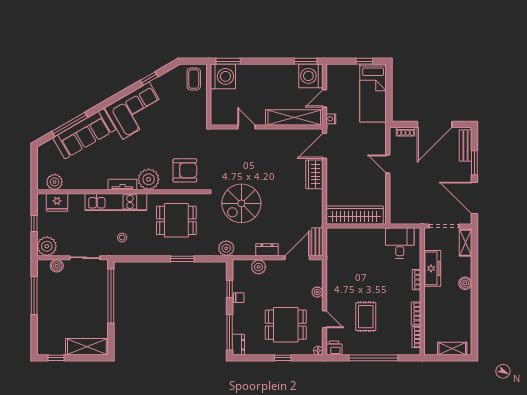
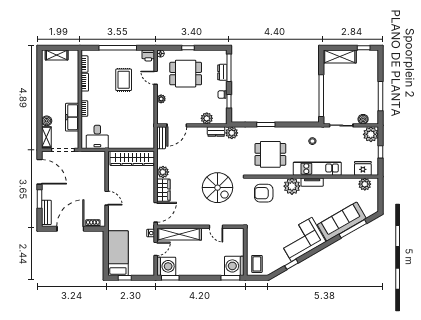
plant: (315, 198) -> (163, 172), added
spiral stairs: (241, 203) -> (218, 188), moved, turned 90
dresser: (267, 250) -> (216, 132), moved
boiler: (465, 283) -> (47, 121), moved
dresser: (238, 345) -> (222, 72), moved

